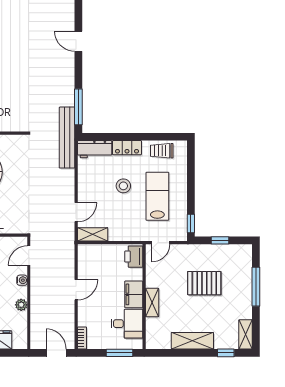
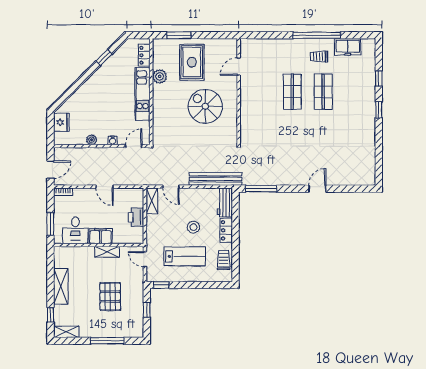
bench: (67, 138) -> (215, 179), moved
door: (29, 255) -> (134, 146), hinge flipped
printer: (134, 257) -> (136, 217), moved, turned -90
shelving: (152, 302) -> (107, 252), moved

